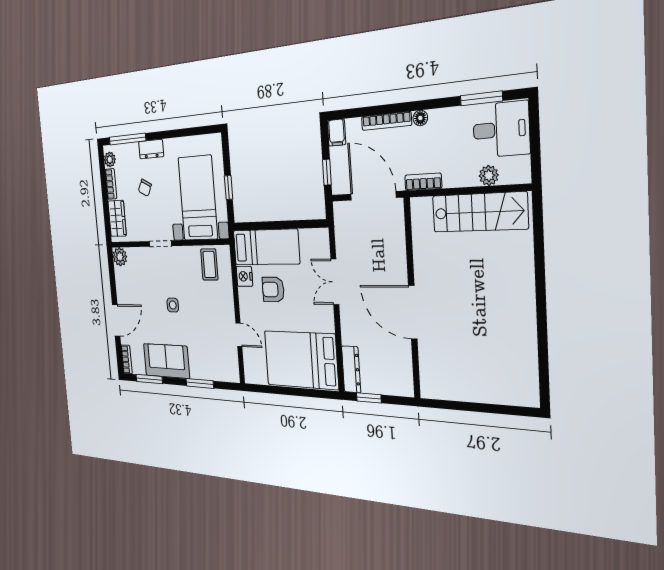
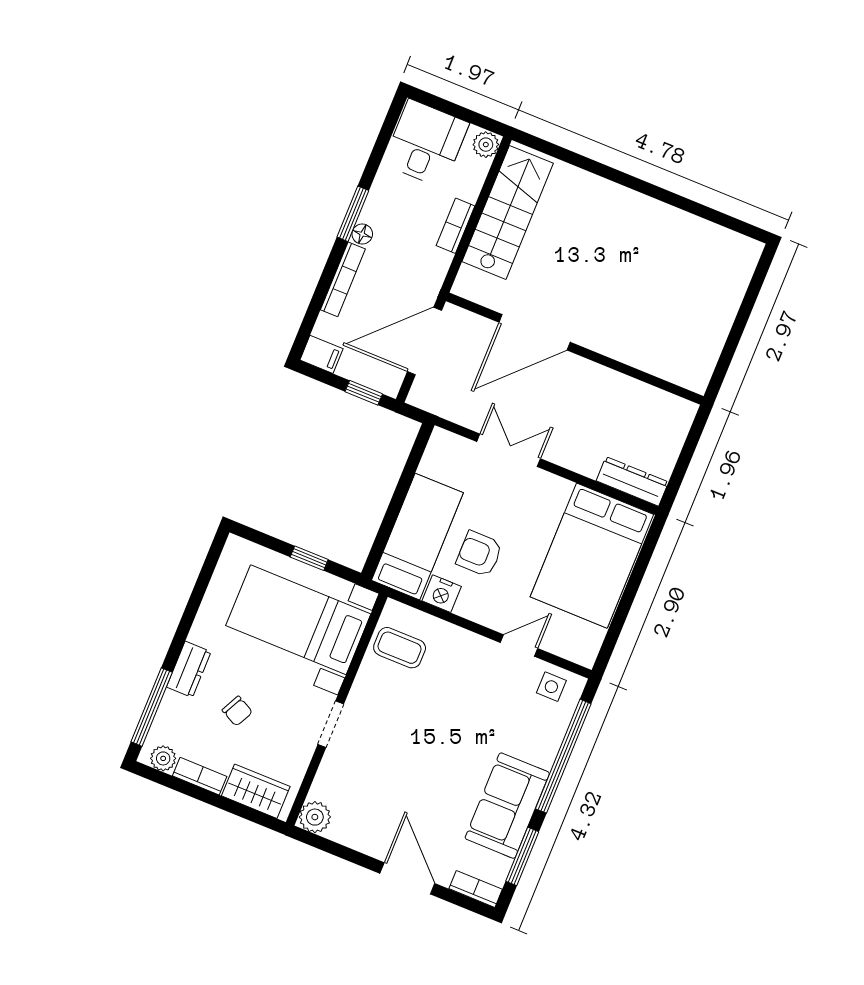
window: (481, 98) -> (353, 214), moved
plant: (489, 175) -> (486, 145), moved
bookcase: (423, 182) -> (456, 226), moved
double door: (335, 282) -> (509, 450), swing flipped
armchair: (273, 290) -> (479, 554), turned 90
side table: (173, 305) -> (551, 687), moved
door: (413, 312) -> (535, 332), moved
window: (200, 383) -> (563, 756), width x2.11
window: (369, 398) -> (679, 473), removed

